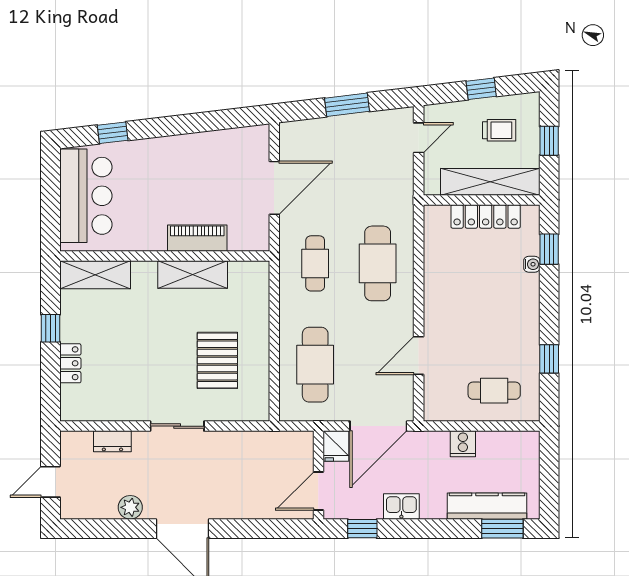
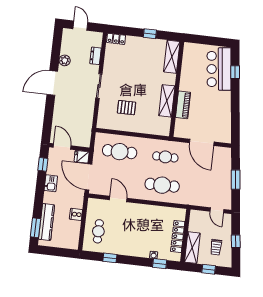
shelving: (490, 182) -> (192, 248), width x0.68
bar counter: (86, 196) -> (219, 69), moved, turned 83
pallet: (217, 360) -> (127, 108), width x0.67, depth x0.71
locker: (70, 363) -> (116, 39), moved

